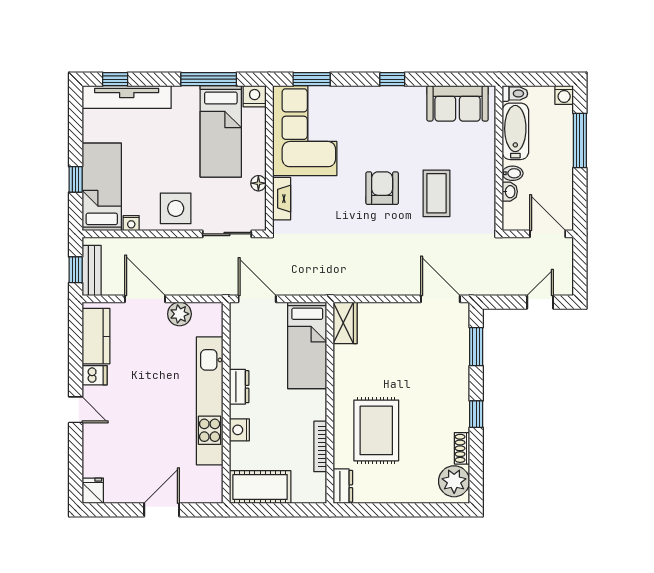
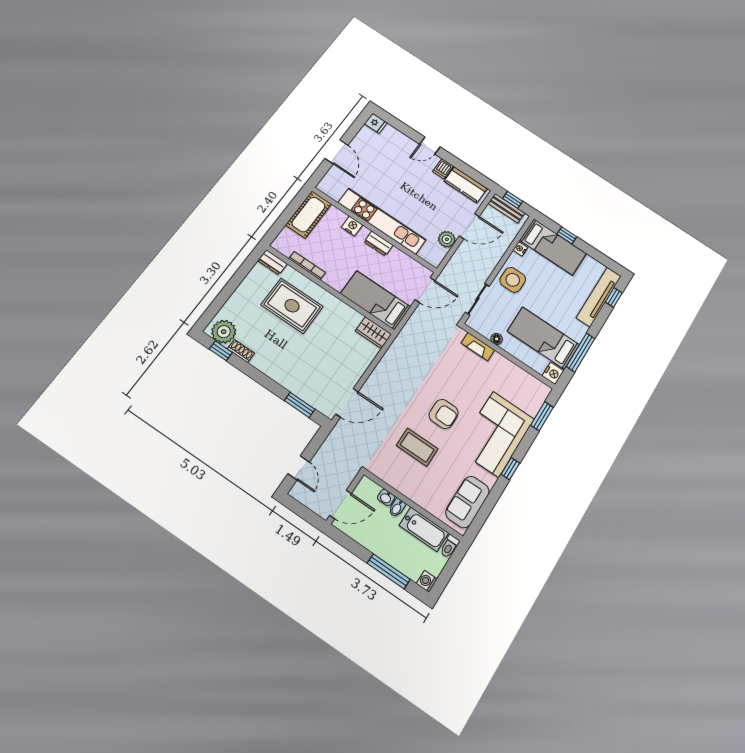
corner sofa: (305, 131) -> (496, 434), moved, turned 90
window: (476, 414) -> (221, 351), moved

